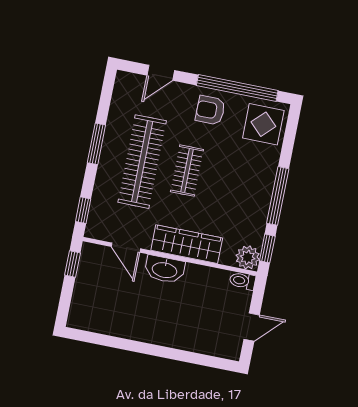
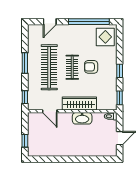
armchair: (210, 110) -> (91, 67), moved
window: (278, 196) -> (120, 71), width x0.46
plant: (248, 257) -> (111, 104), removed
window: (72, 264) -> (25, 141), moved
washbasin: (165, 269) -> (82, 118), moved

